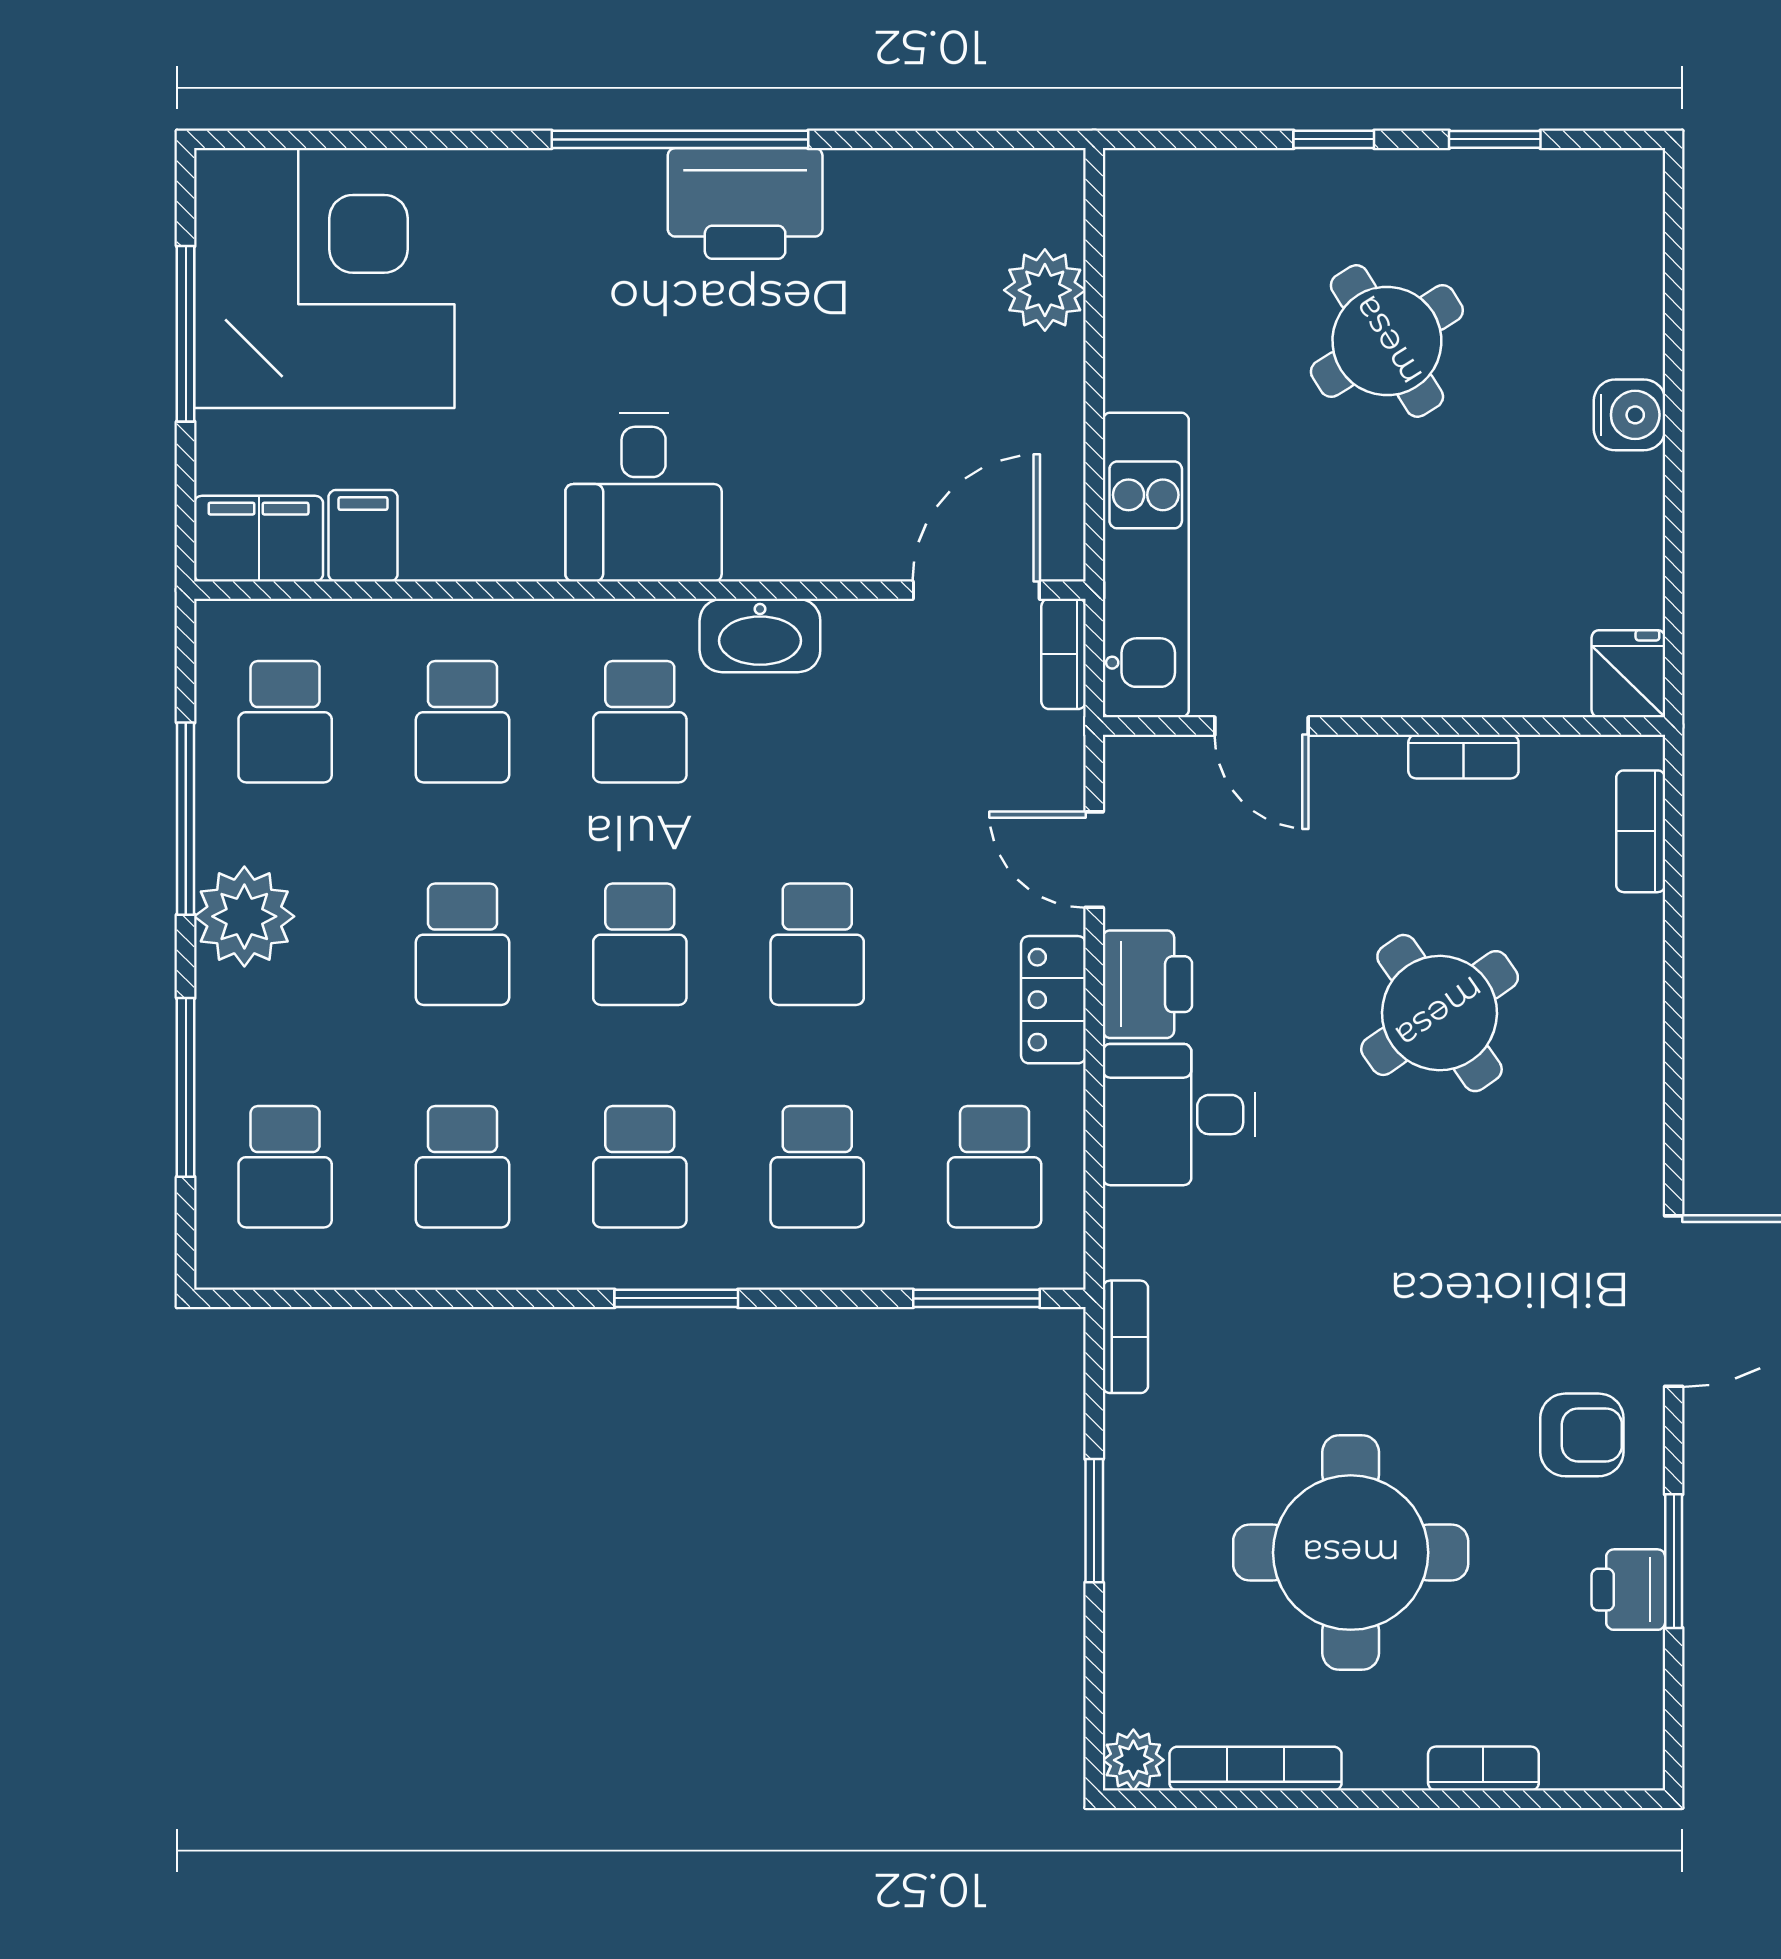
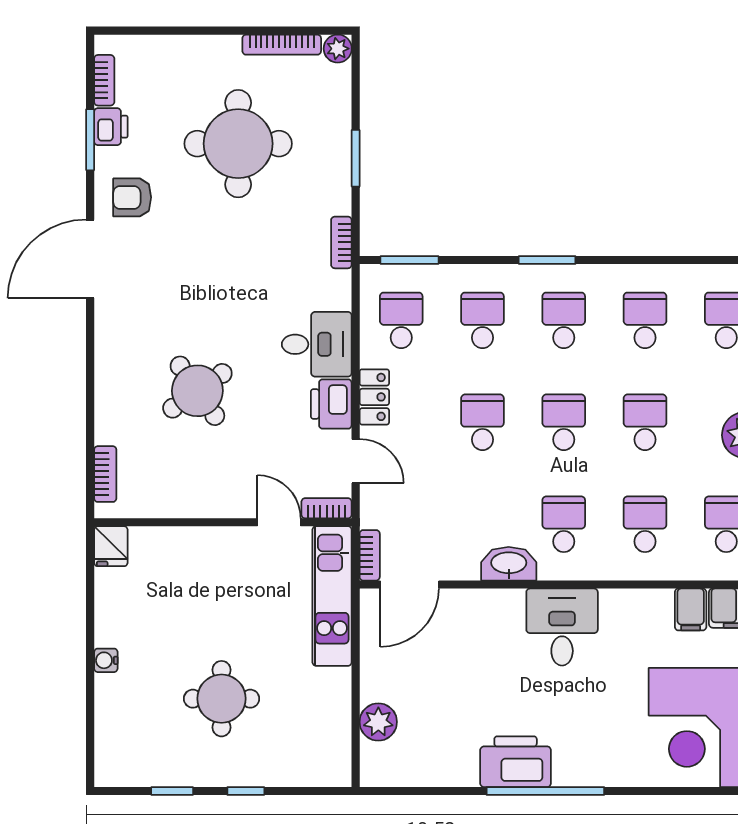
round table: (1387, 341) -> (222, 699), turned 32
water cooler: (1630, 415) -> (106, 660), width x0.72, depth x0.72
bookcase: (1463, 757) -> (327, 508), moved
bookcase: (1483, 1769) -> (104, 80), moved, turned -90

